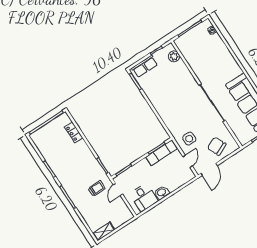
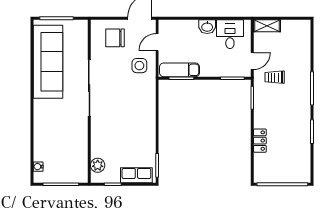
locker: (74, 132) -> (260, 141), moved
chair: (217, 146) -> (115, 38), turned 114
shelving: (104, 231) -> (267, 26), moved

